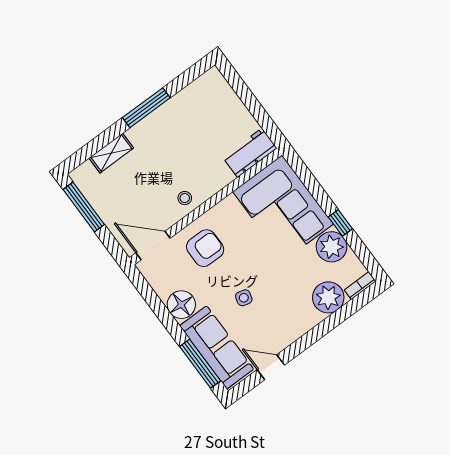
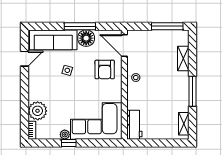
shelving: (199, 87) -> (184, 124), added
door: (153, 246) -> (124, 46), swing flipped
plant: (332, 247) -> (65, 135), width x0.53, depth x0.53
window: (200, 364) -> (80, 26), moved

